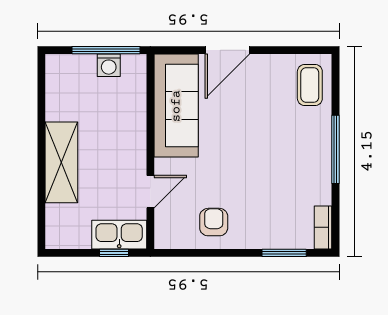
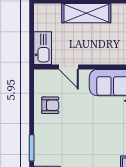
window: (114, 253) -> (32, 45), removed

